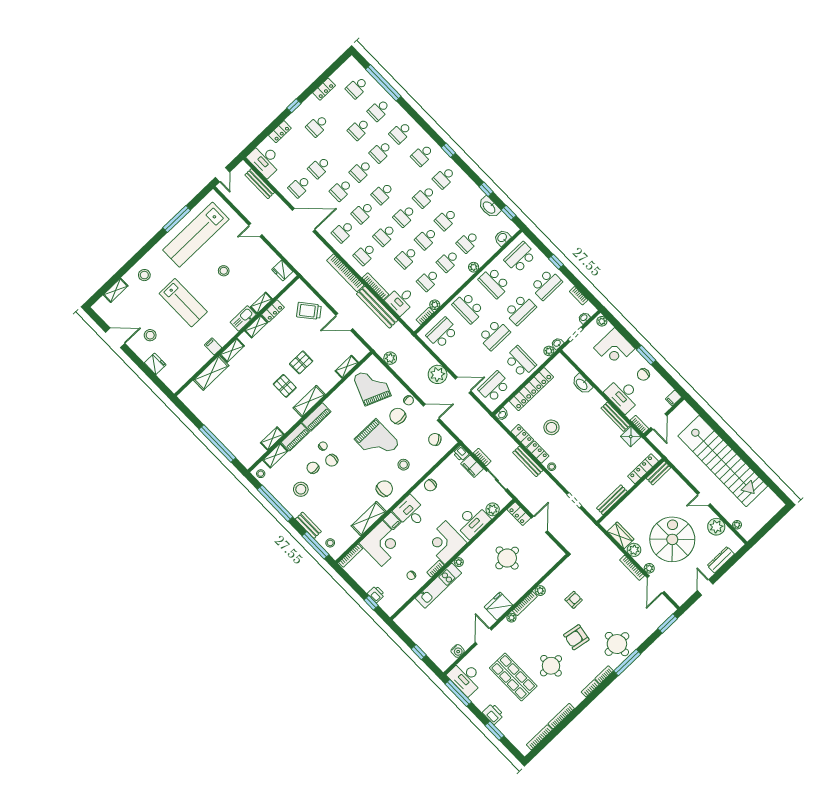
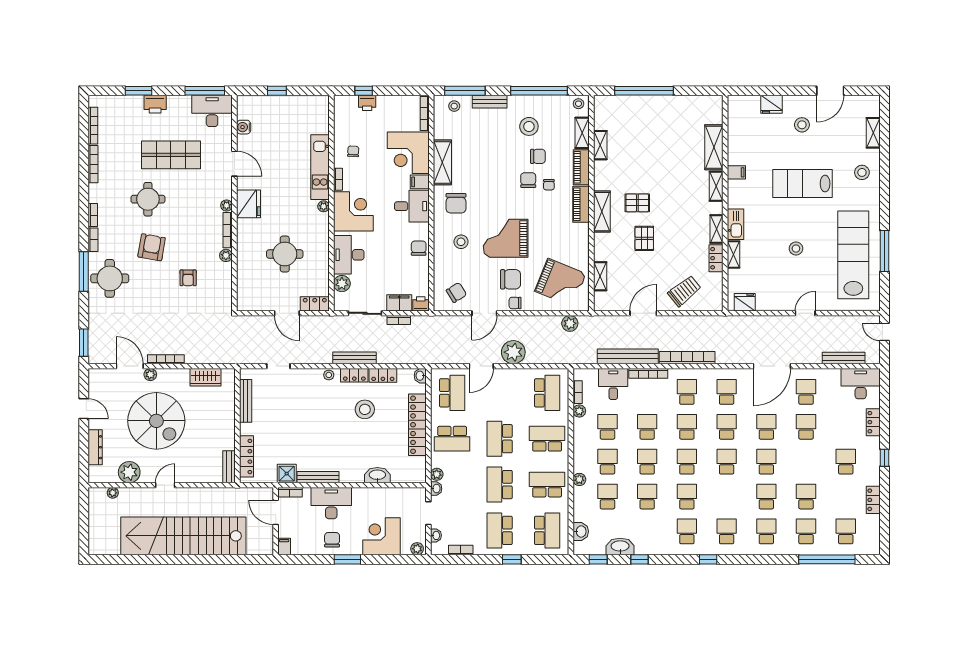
plant: (634, 550) -> (181, 377), removed

